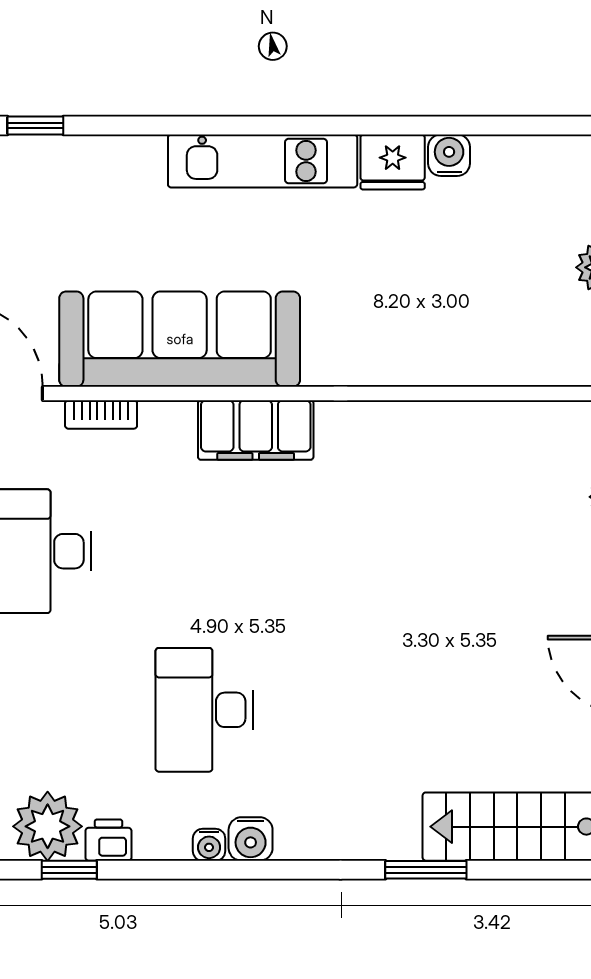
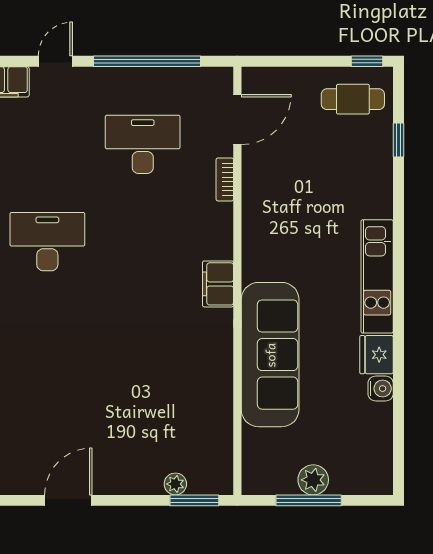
sofa: (180, 339) -> (270, 355), moved
filing cabinet: (256, 430) -> (218, 284), width x0.67, depth x0.86

